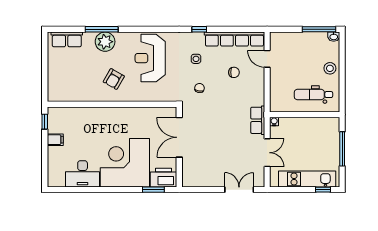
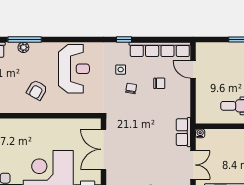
plant: (105, 42) -> (23, 47), width x0.53, depth x0.53
reception desk: (150, 58) -> (74, 69), turned 180
chair: (199, 88) -> (131, 88), moved

